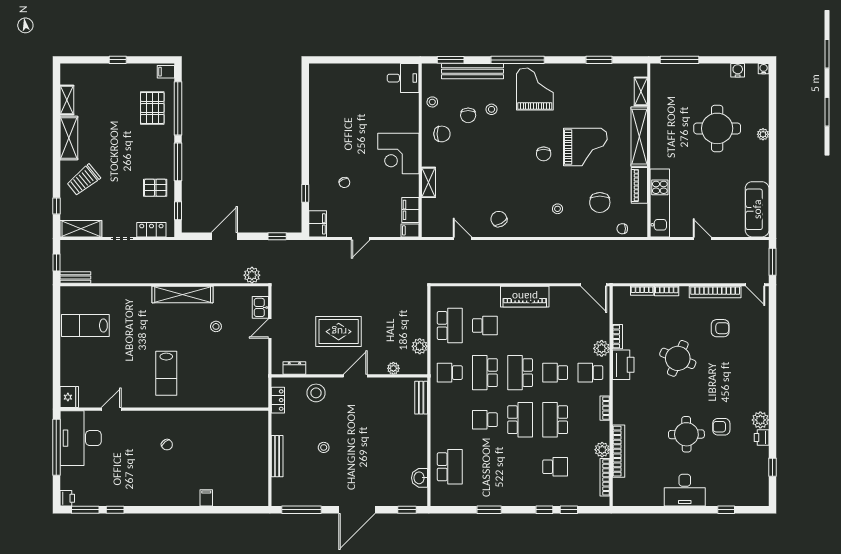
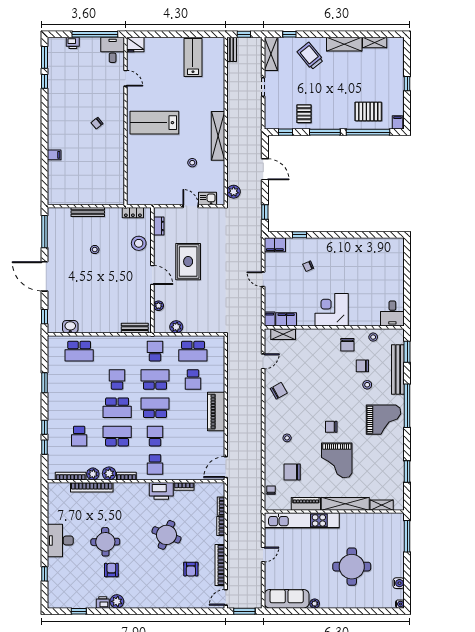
plant: (763, 134) -> (315, 604), moved
shelving: (429, 182) -> (283, 334), moved
kitchen unit: (660, 203) -> (302, 520), width x1.36
locker: (151, 230) -> (270, 111), removed
plant: (602, 348) -> (109, 473), moved
lab bench: (166, 373) -> (154, 123), width x1.36, depth x1.39
school desk: (590, 373) -> (155, 464), turned 180
desk: (81, 438) -> (113, 50), width x0.53, depth x0.77
printer: (67, 498) -> (73, 43), moved

